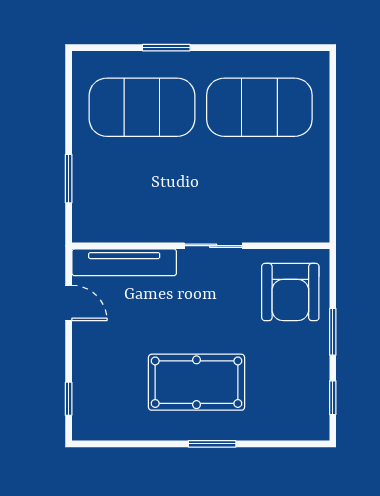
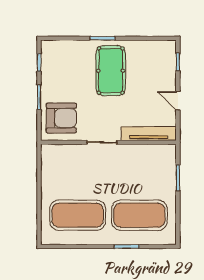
armchair: (290, 292) -> (61, 118), turned 90
door: (69, 303) -> (178, 101), moved
pool table: (197, 382) -> (111, 71), turned 90

